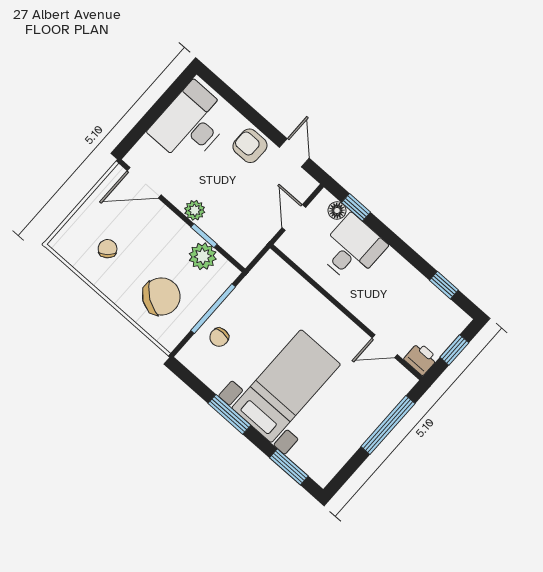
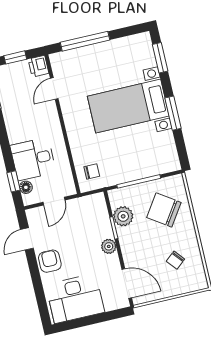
armchair: (250, 146) -> (50, 261), turned 180
chair: (219, 337) -> (92, 171), moved
door: (385, 346) -> (54, 88), swing flipped

